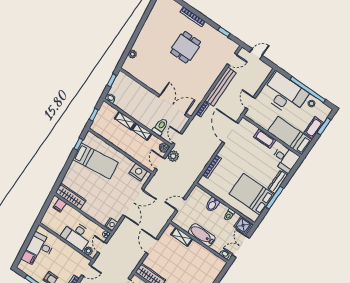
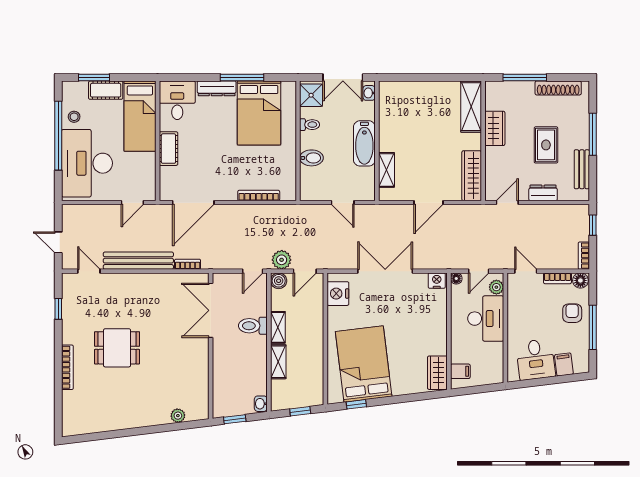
toilet: (160, 127) -> (253, 326), moved
bed: (95, 161) -> (364, 364), width x1.50
wardrobe: (71, 197) -> (437, 373), width x0.67

